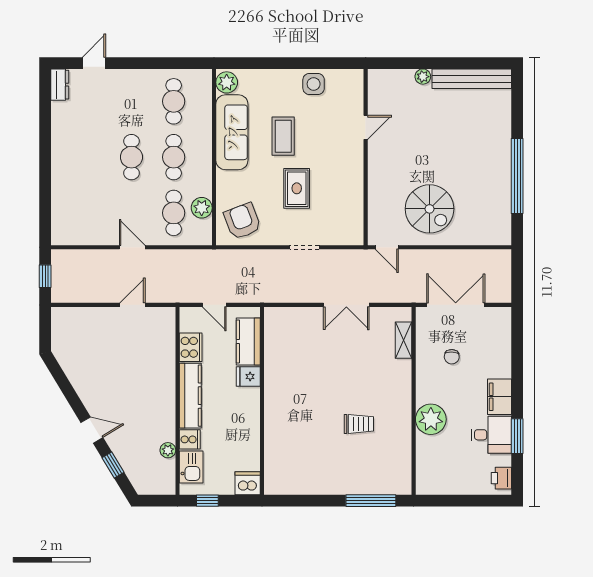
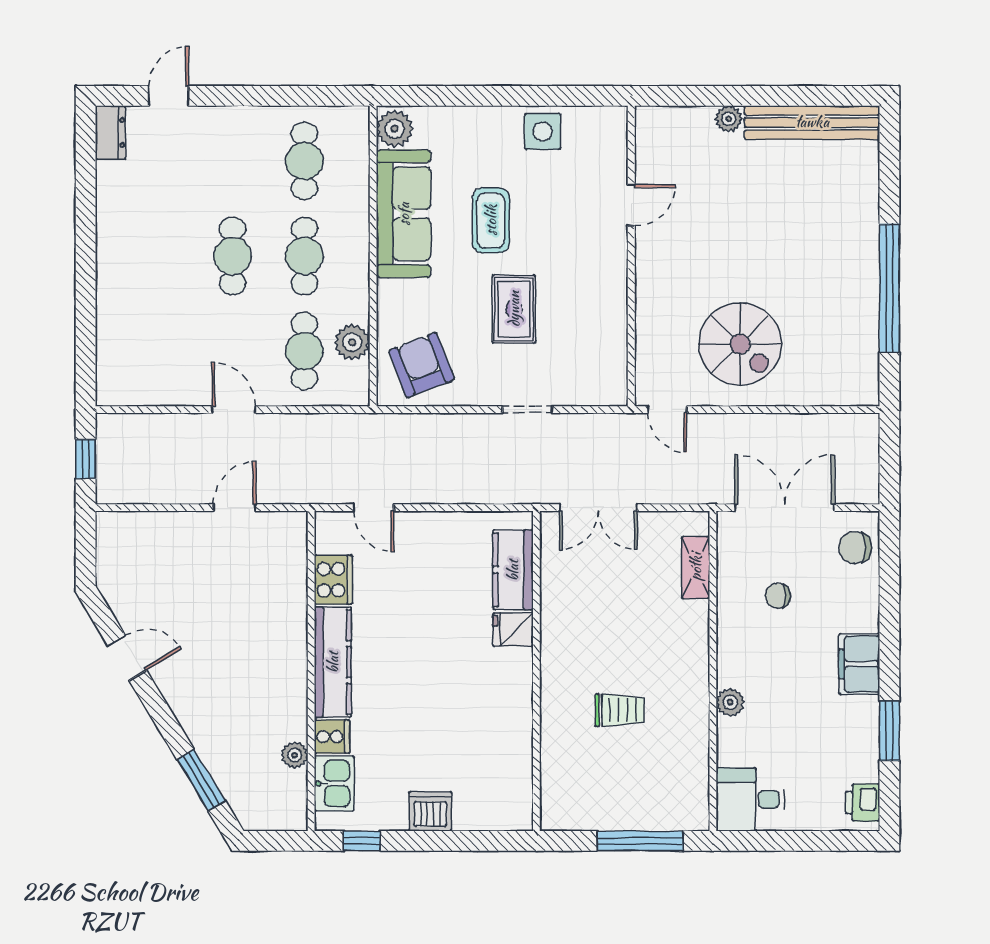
chair: (497, 328) -> (855, 548), added
kitchen counter: (248, 341) -> (513, 570), moved
chair: (452, 357) -> (778, 596), turned 87
fridge: (248, 377) -> (513, 629), moved
wall: (262, 401) -> (536, 671), moved
plant: (431, 419) -> (730, 702), width x0.53, depth x0.53
door: (92, 430) -> (127, 658), moved
desk: (491, 435) -> (750, 799), moved, turned 180
window: (113, 465) -> (201, 780), width x1.50

